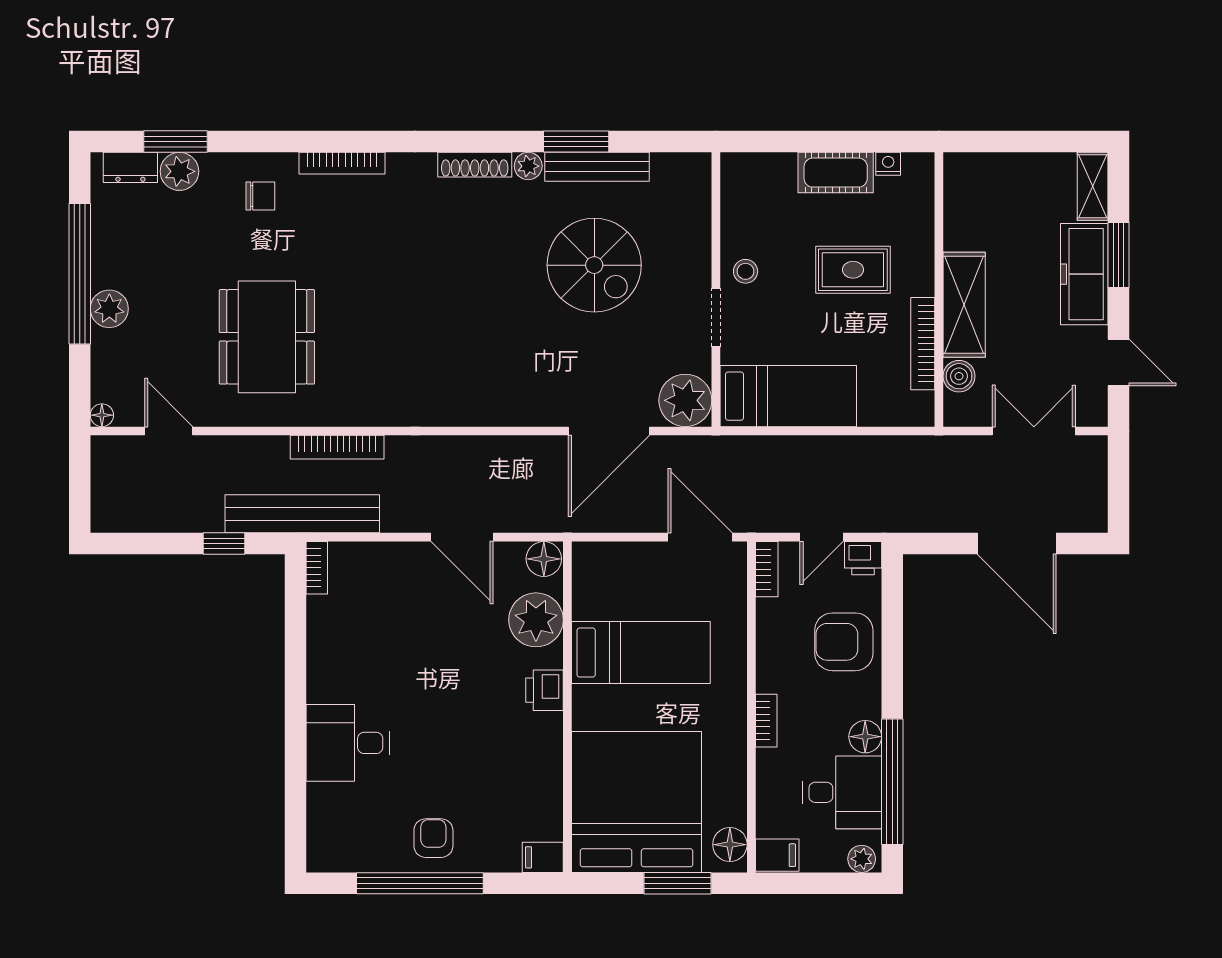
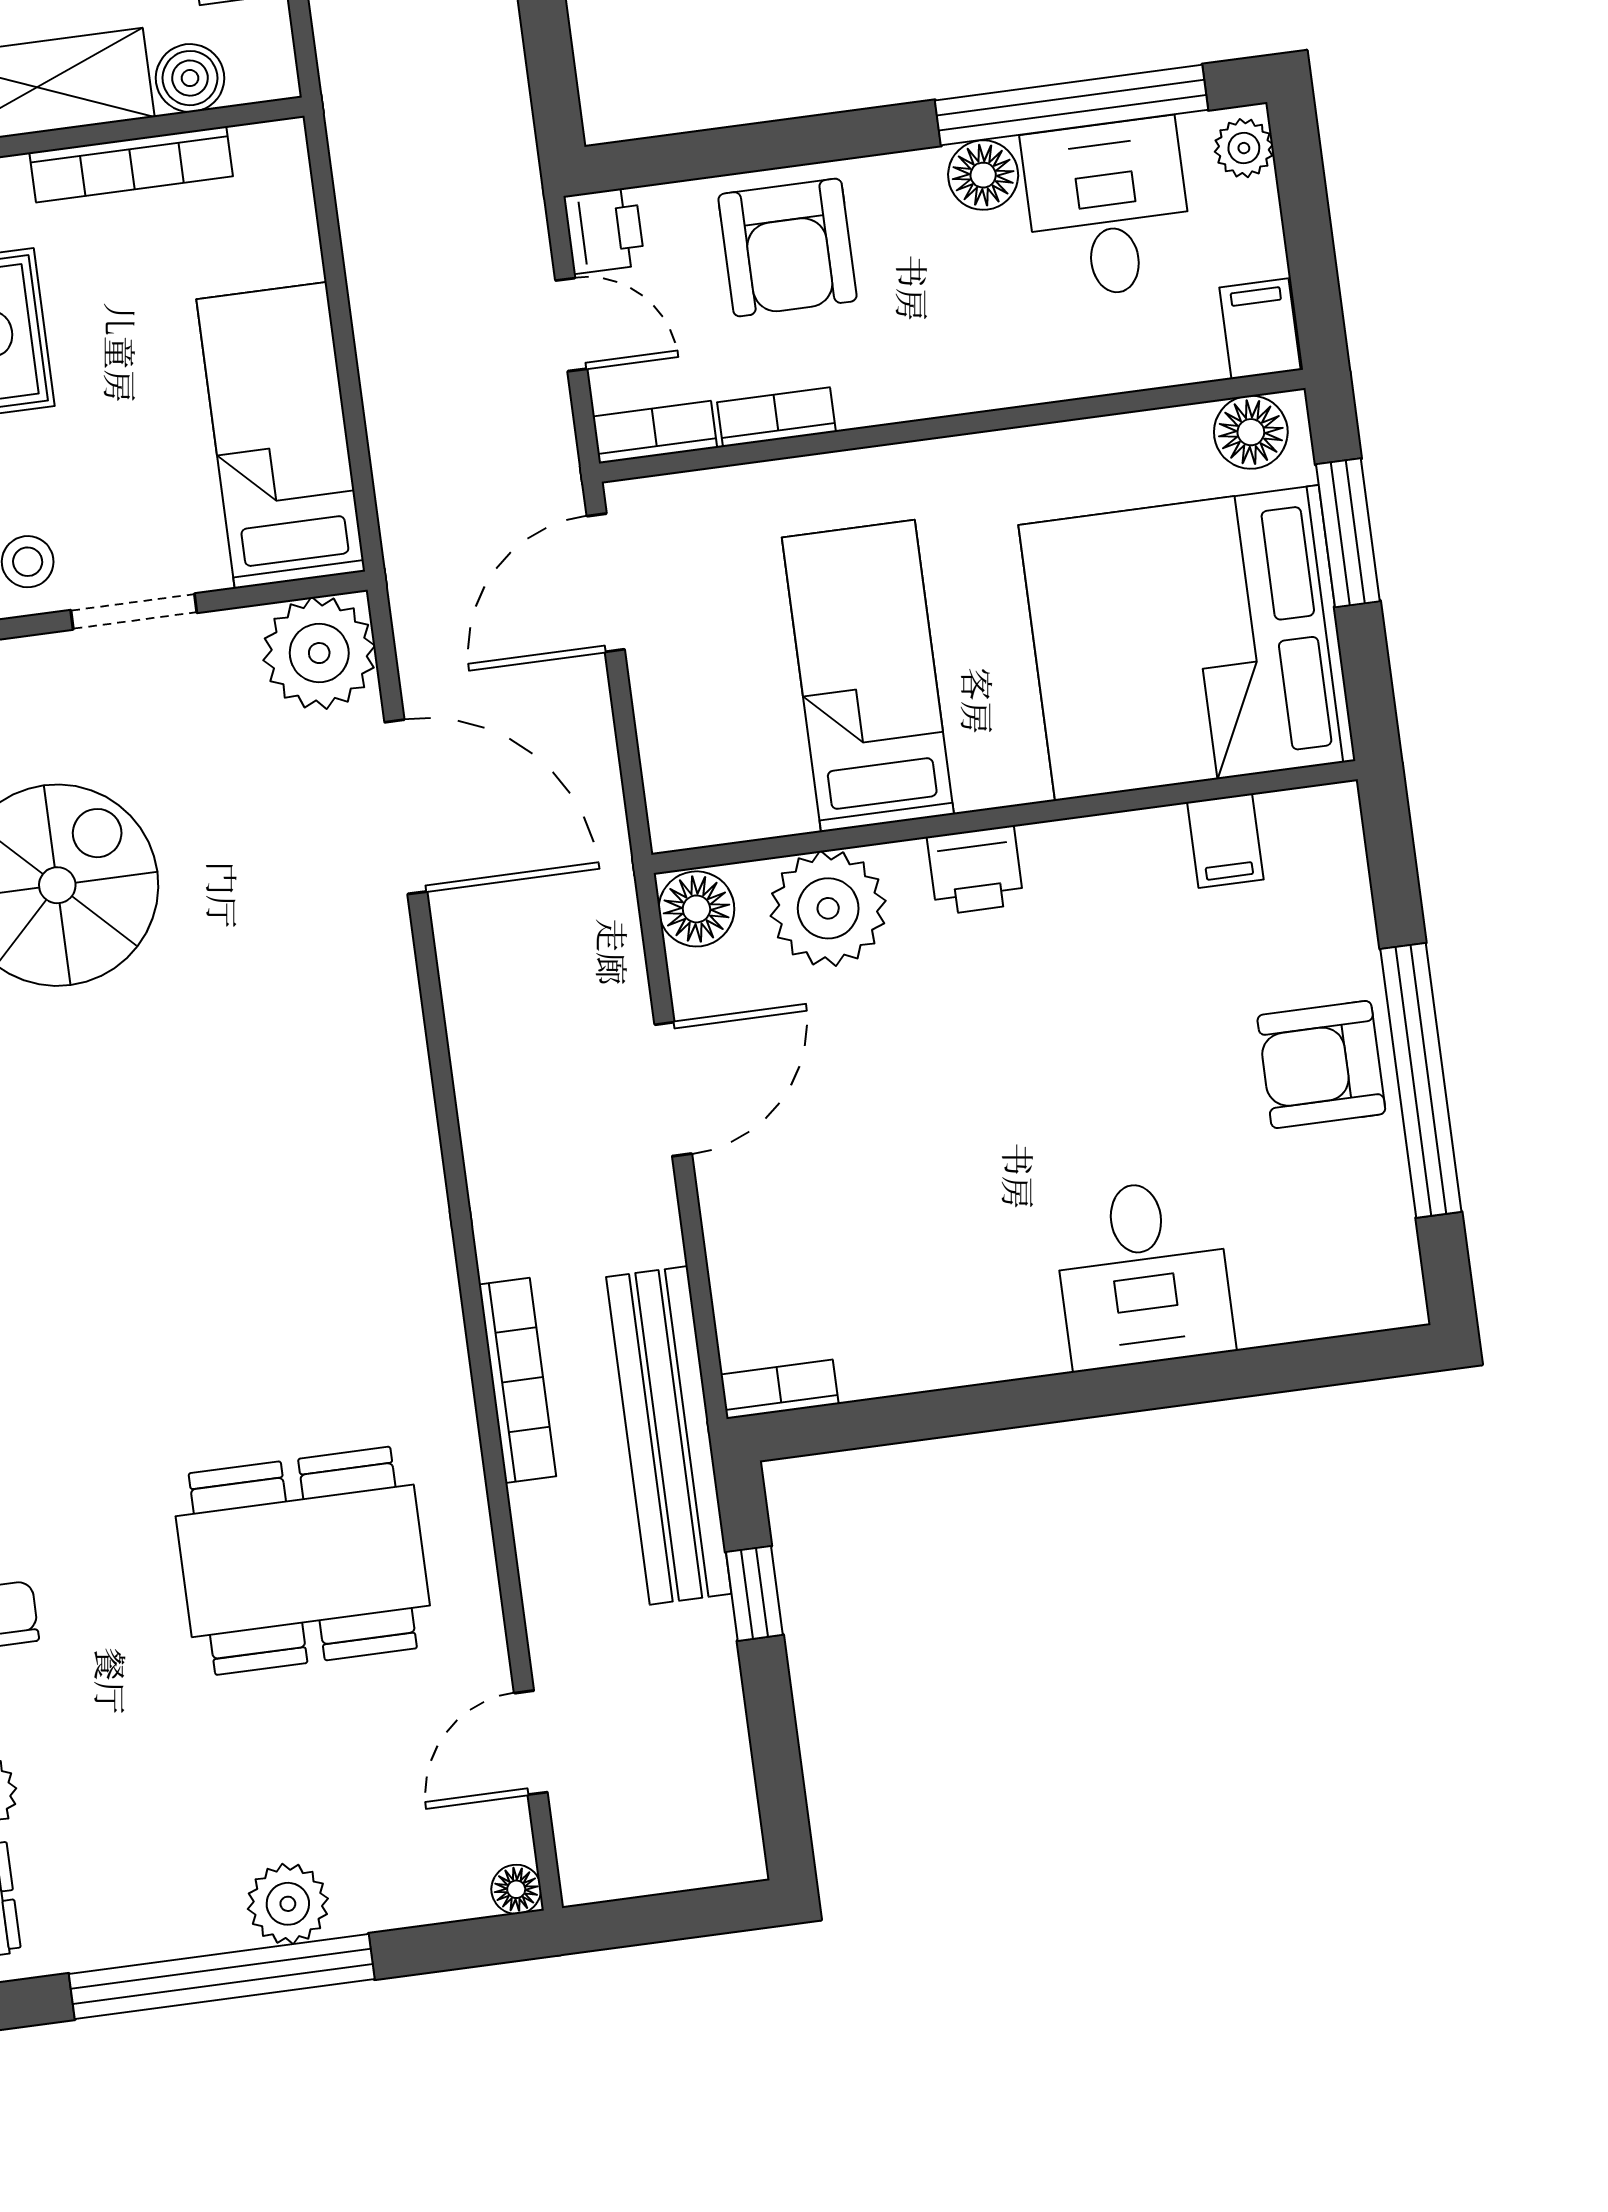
bookcase: (766, 721) -> (777, 417), moved
armchair: (433, 838) -> (1321, 1065), width x1.38, depth x1.38
filing cabinet: (543, 857) -> (1225, 841), moved

